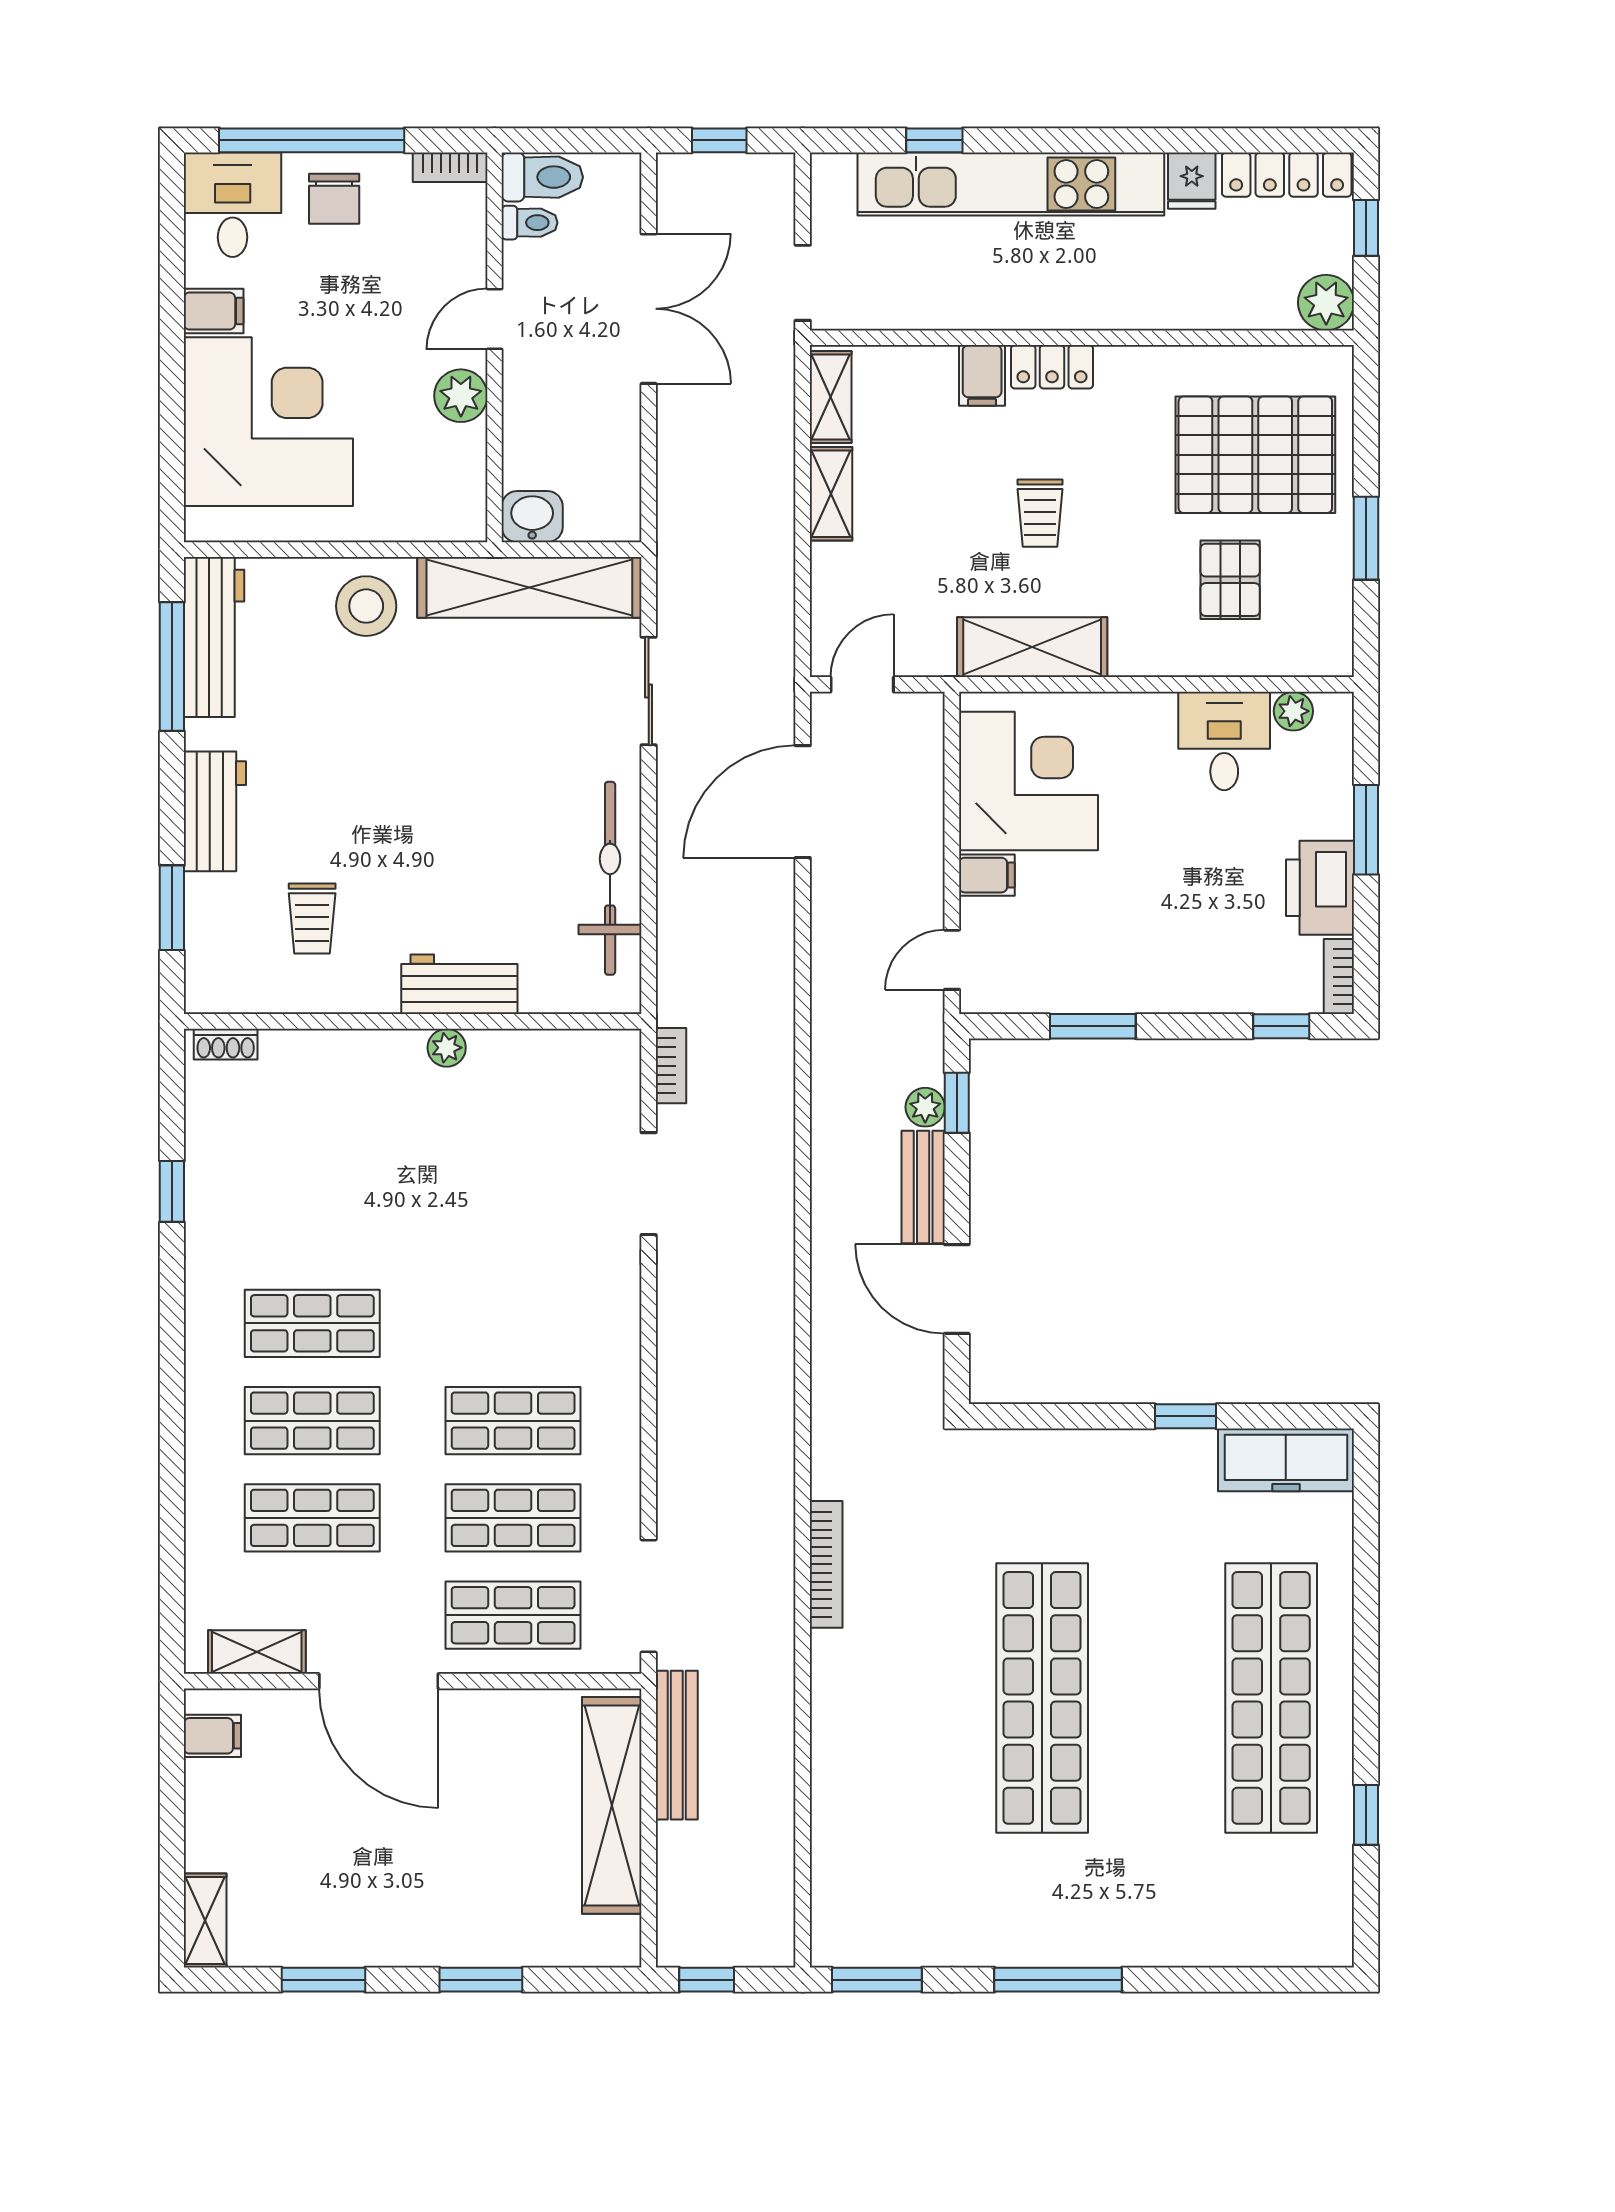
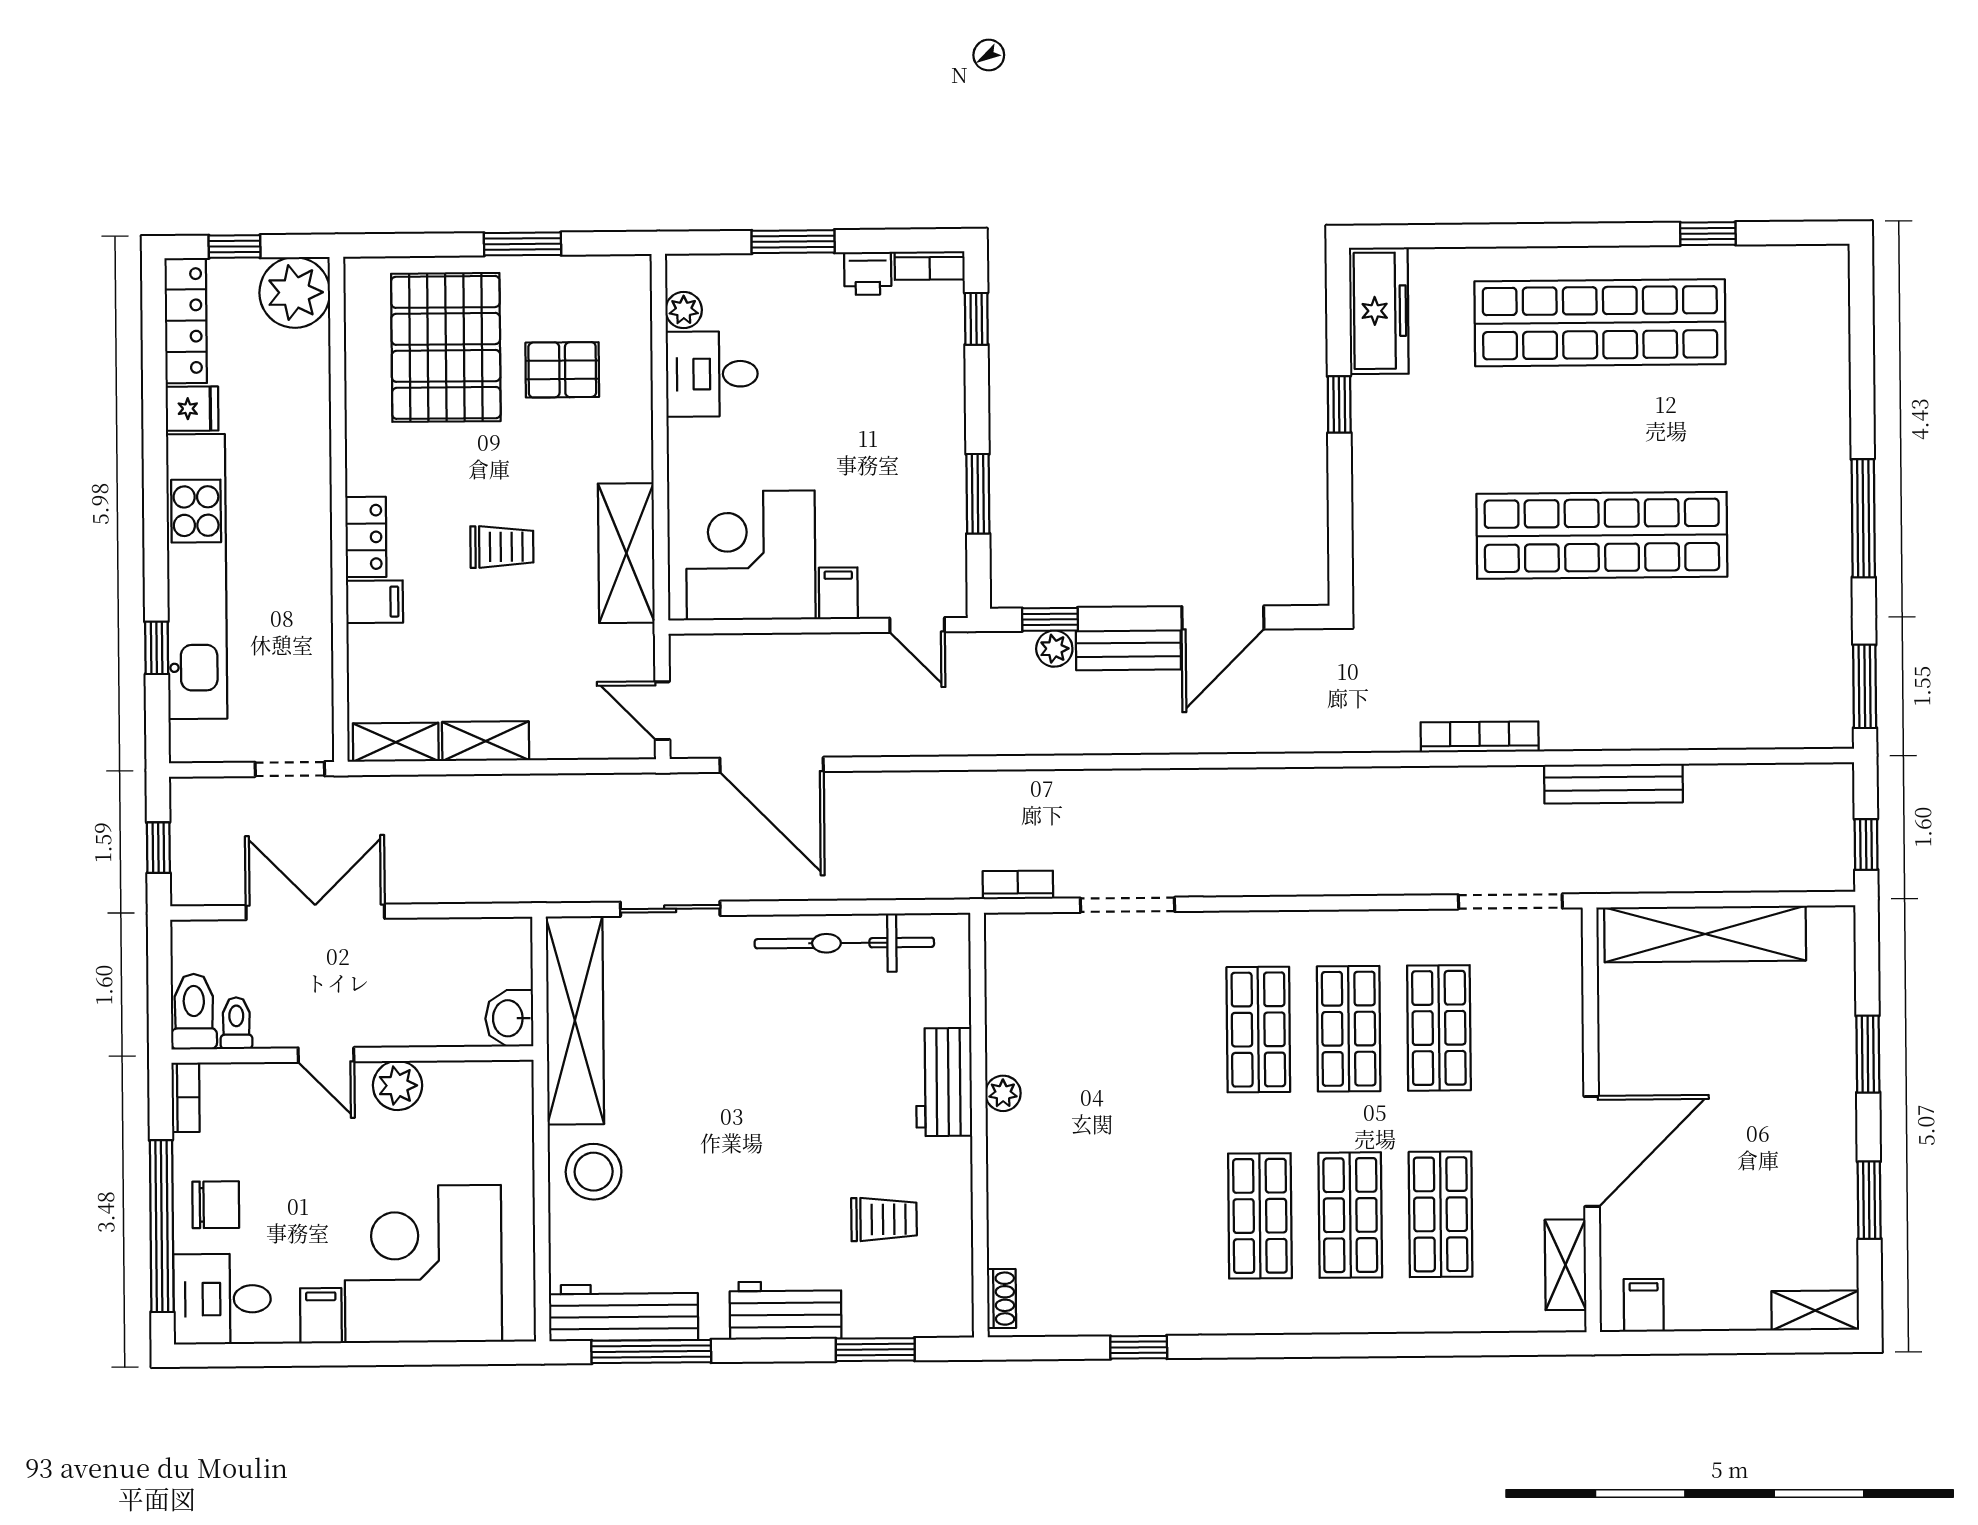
plant: (1326, 303) -> (295, 292), width x1.36, depth x1.36
printer: (1320, 888) -> (868, 273), width x0.53, depth x0.68
shop shelf: (513, 1615) -> (1258, 1029), moved
bench: (677, 1745) -> (1613, 784), moved

